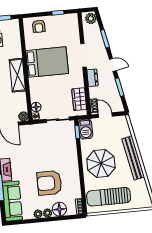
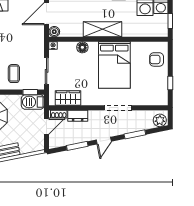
dresser: (92, 78) -> (78, 116), moved
floor lamp: (36, 107) -> (82, 47), moved
coffee table: (63, 148) -> (14, 74), added

